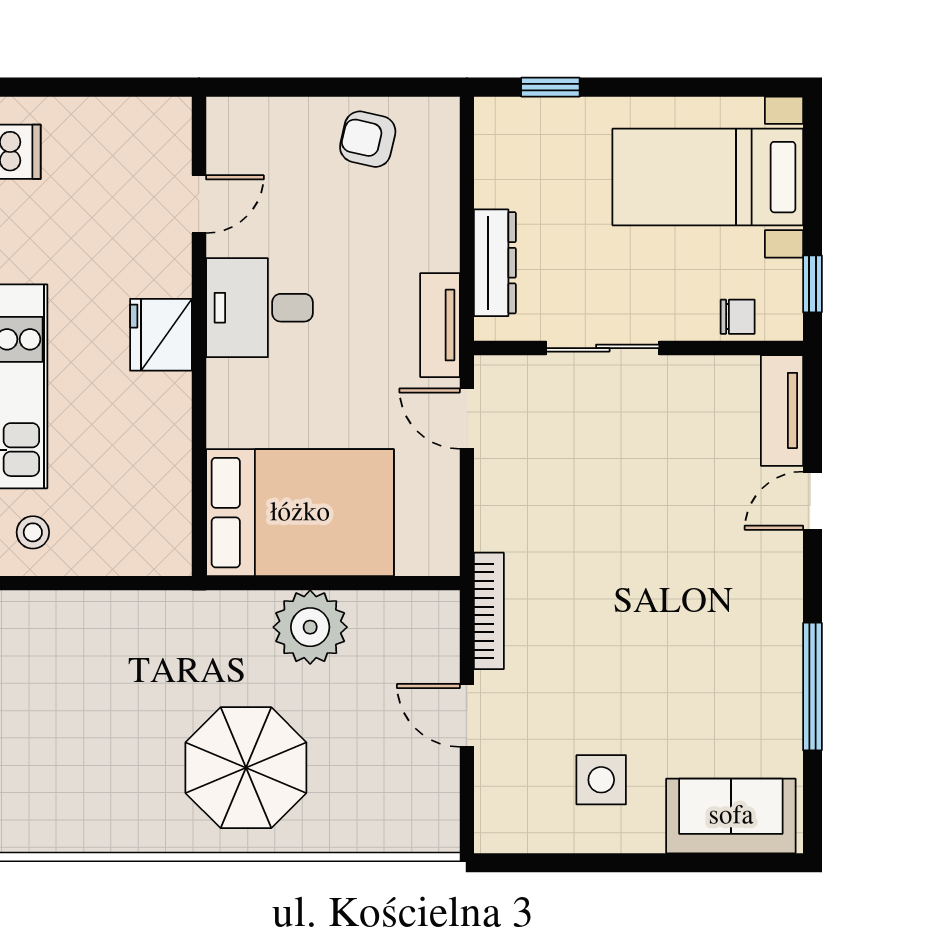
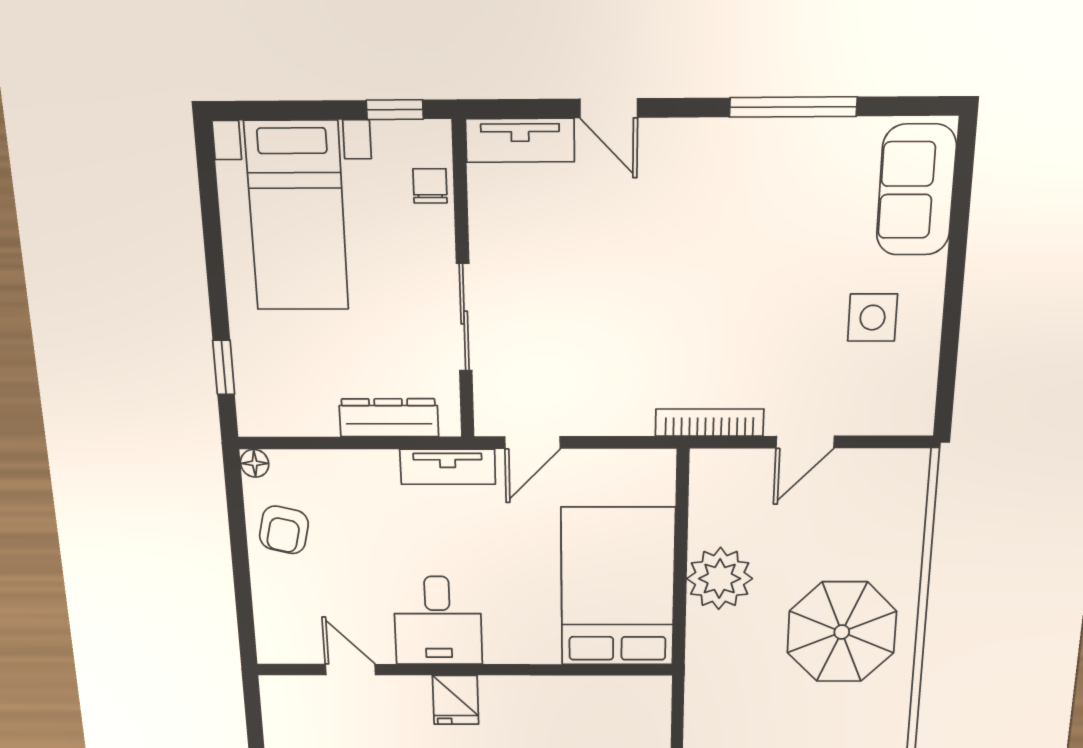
floor lamp: (444, 112) -> (255, 463), added
fridge: (161, 335) -> (456, 700), width x0.72

